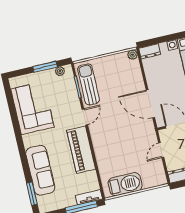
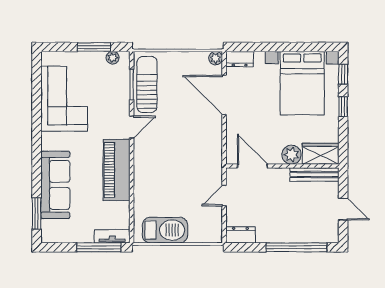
door: (150, 104) -> (224, 95), moved

